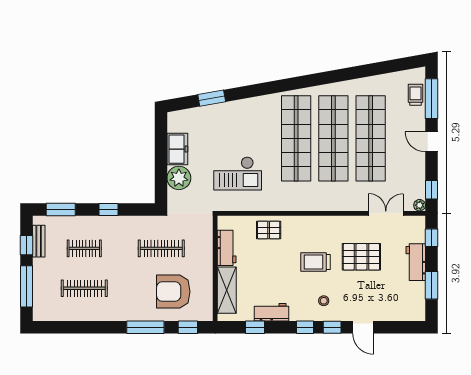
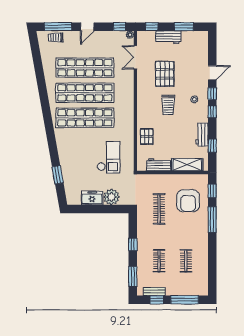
clothes rail: (84, 288) -> (186, 261), width x0.73

